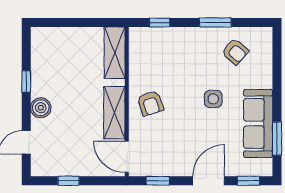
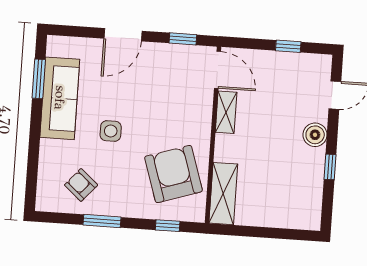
armchair: (150, 103) -> (173, 174), moved, width x1.88, depth x1.88
shelving: (114, 113) -> (226, 112), width x0.67, depth x0.75
window: (248, 181) -> (76, 31), removed

